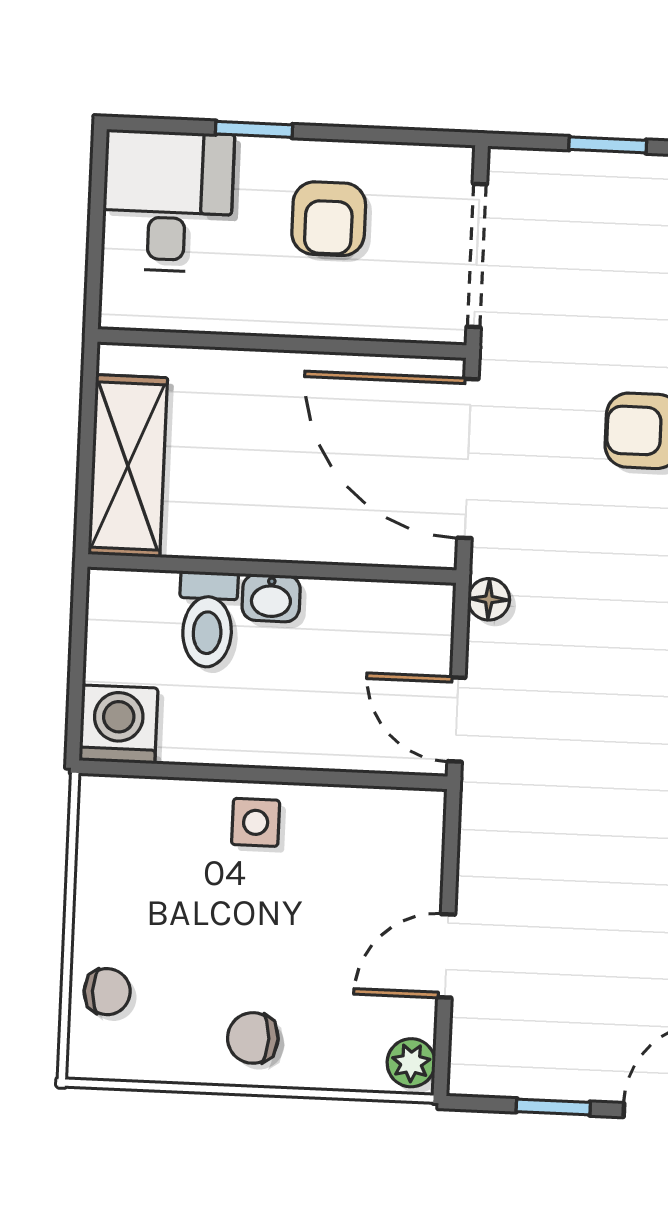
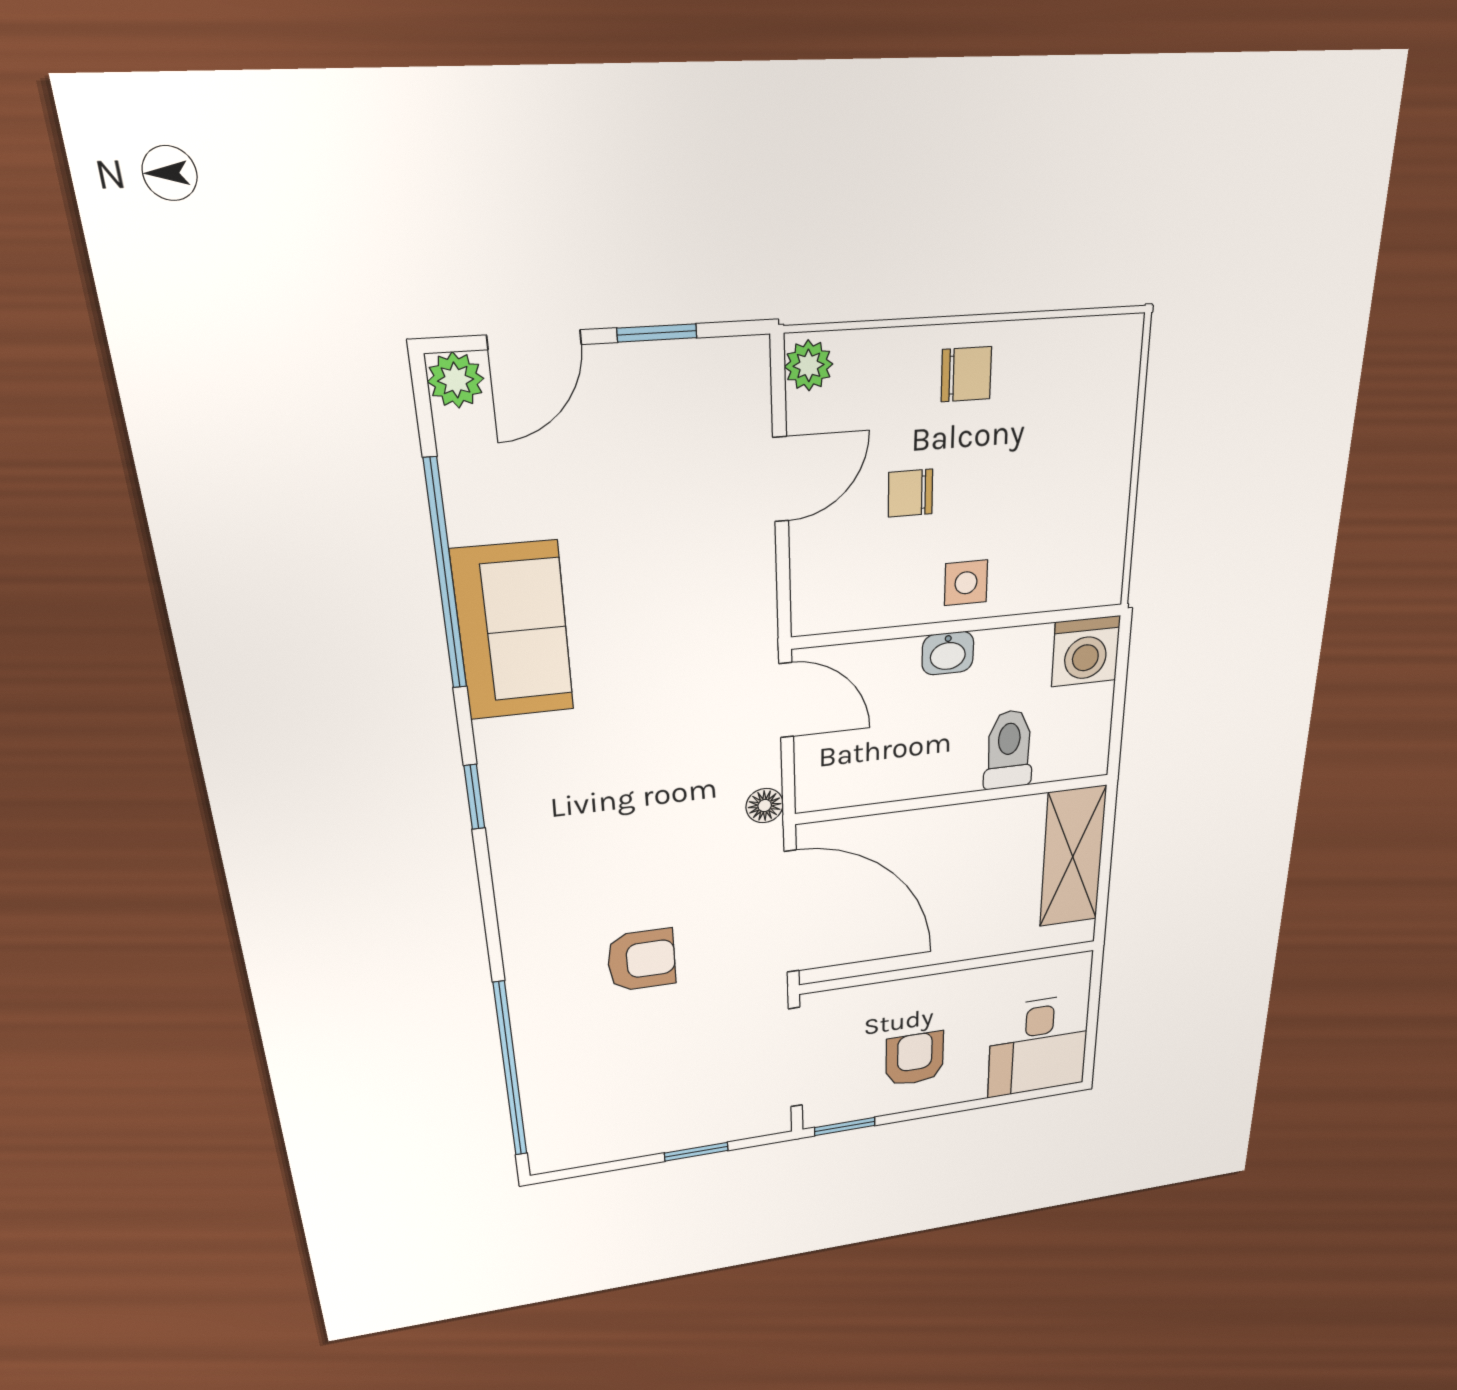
window: (254, 129) -> (845, 1126), moved
washbasin: (271, 598) -> (948, 653), moved, turned 180
chair: (107, 992) -> (910, 493), moved

